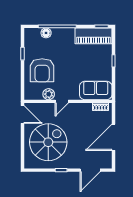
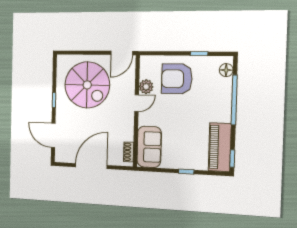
floor lamp: (46, 33) -> (226, 70), moved
door: (62, 101) -> (137, 103), swing flipped
door: (113, 137) -> (91, 166), hinge flipped

